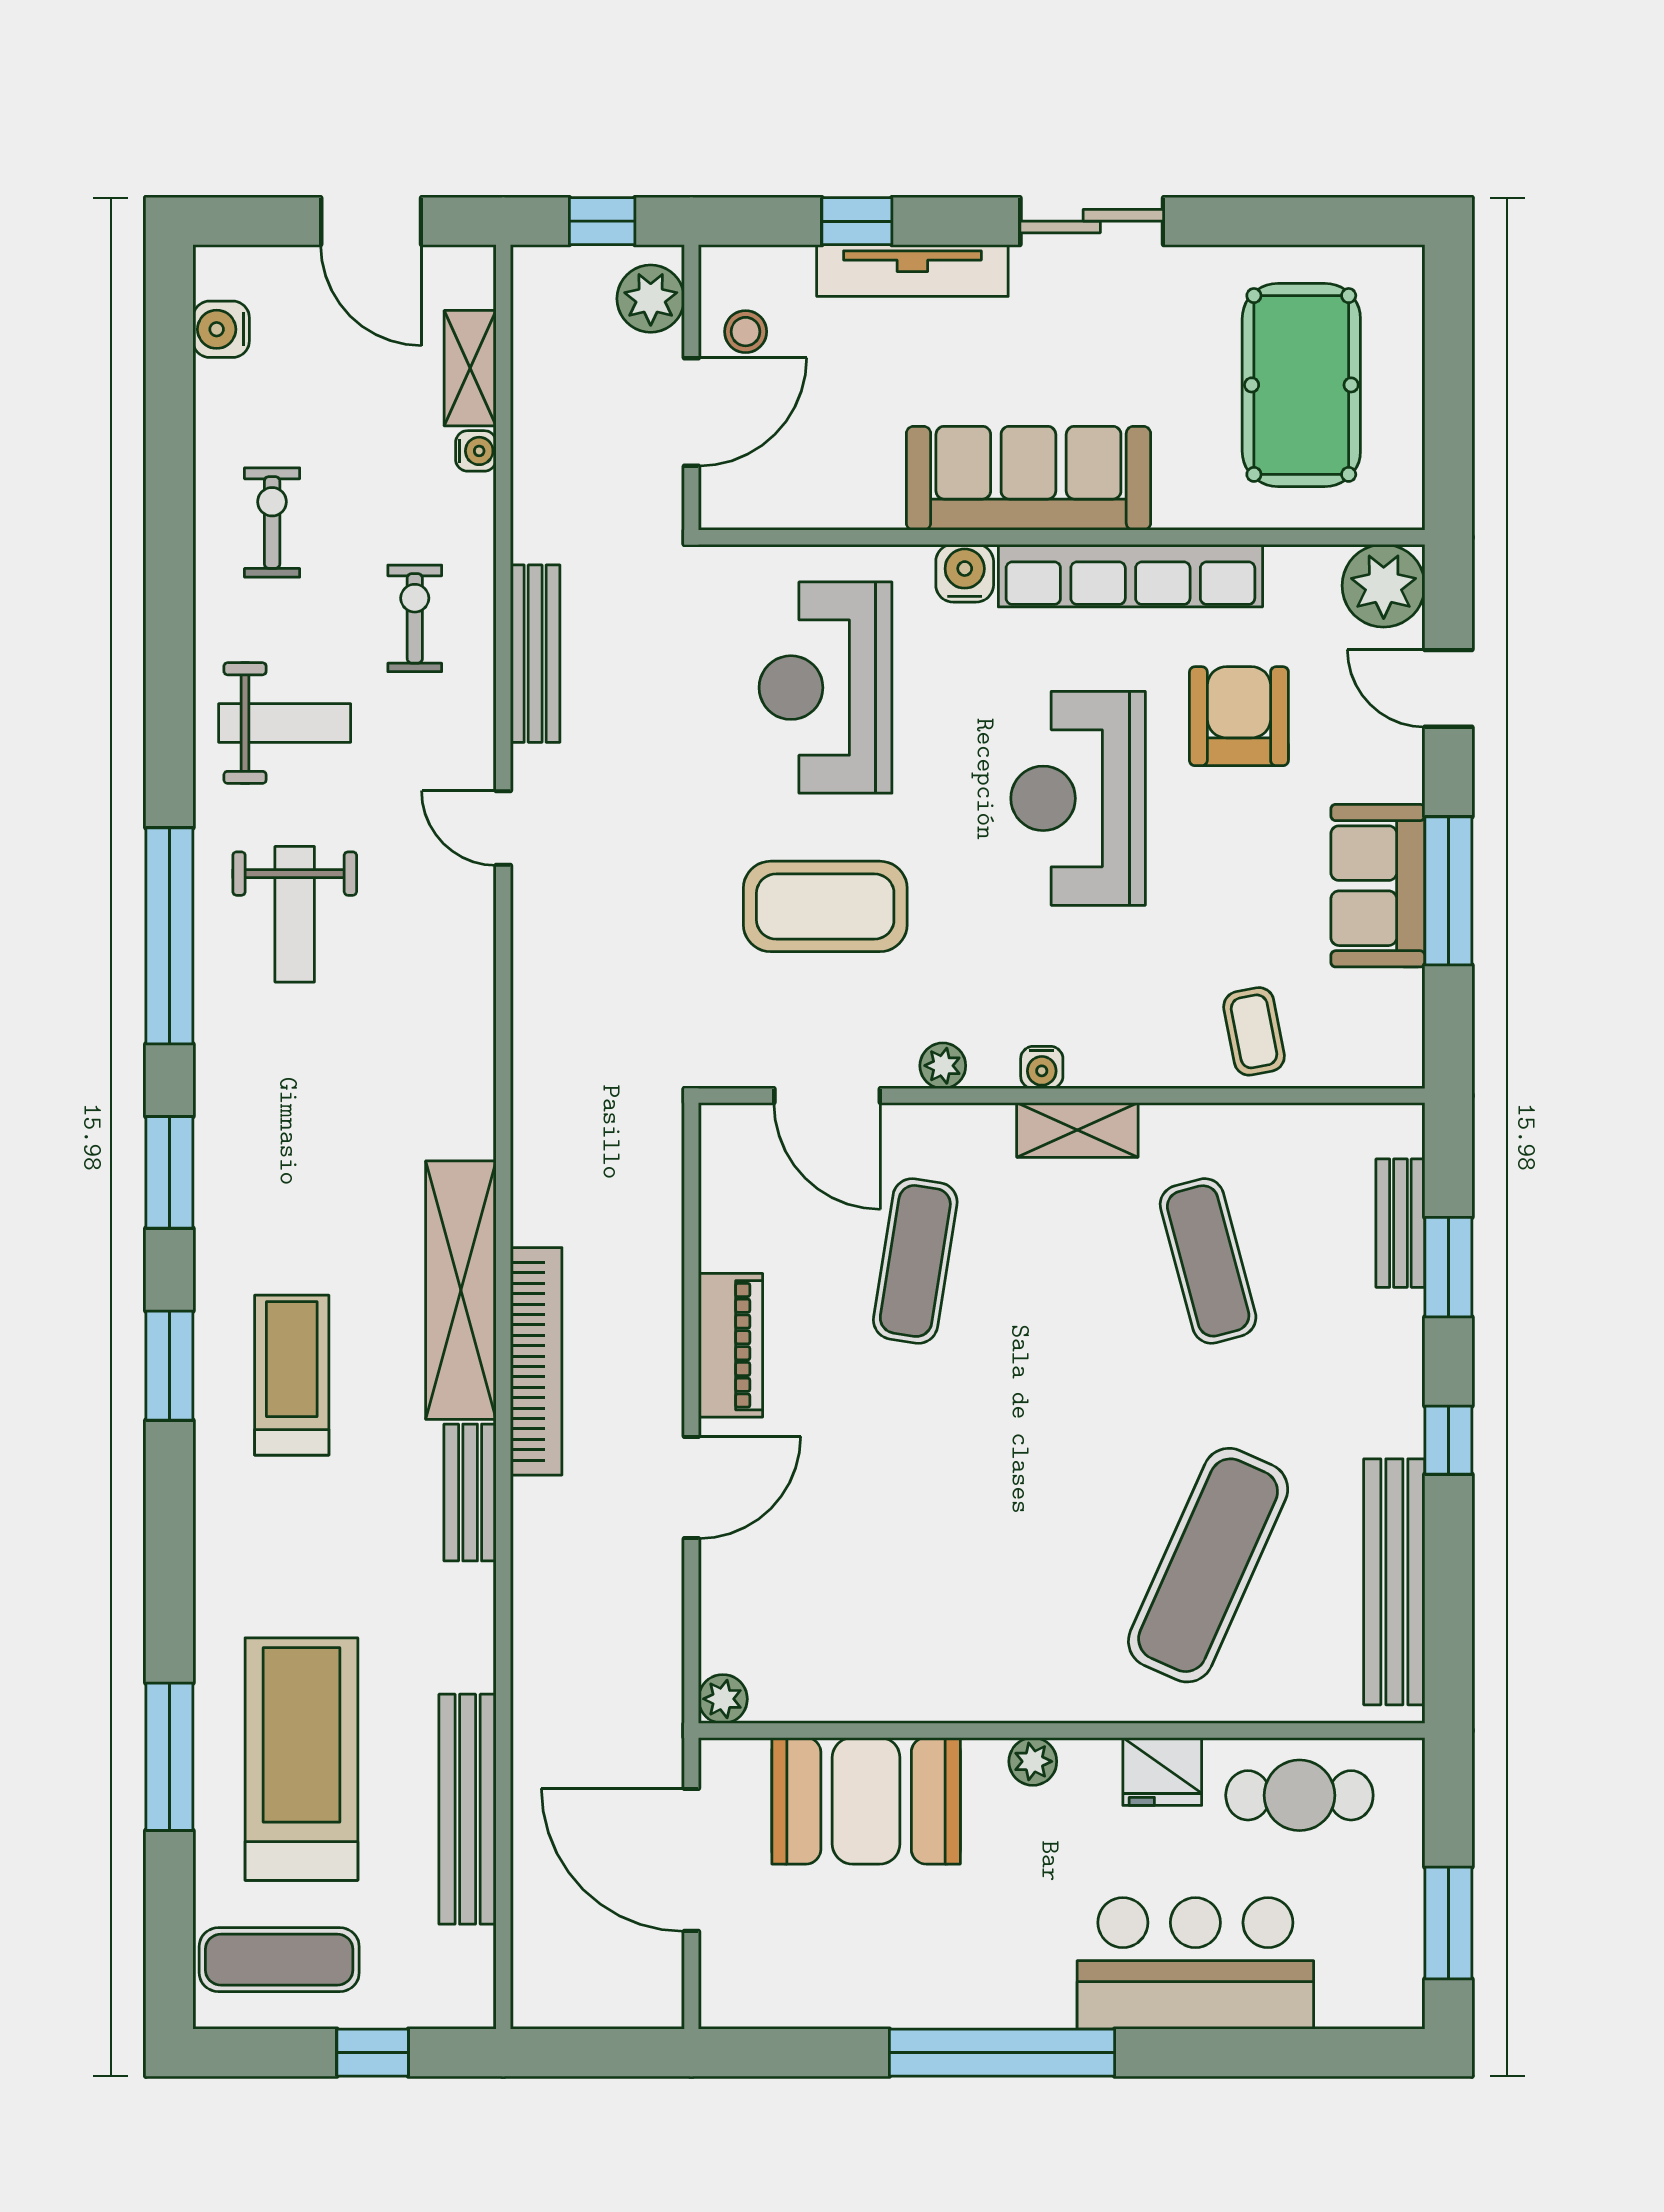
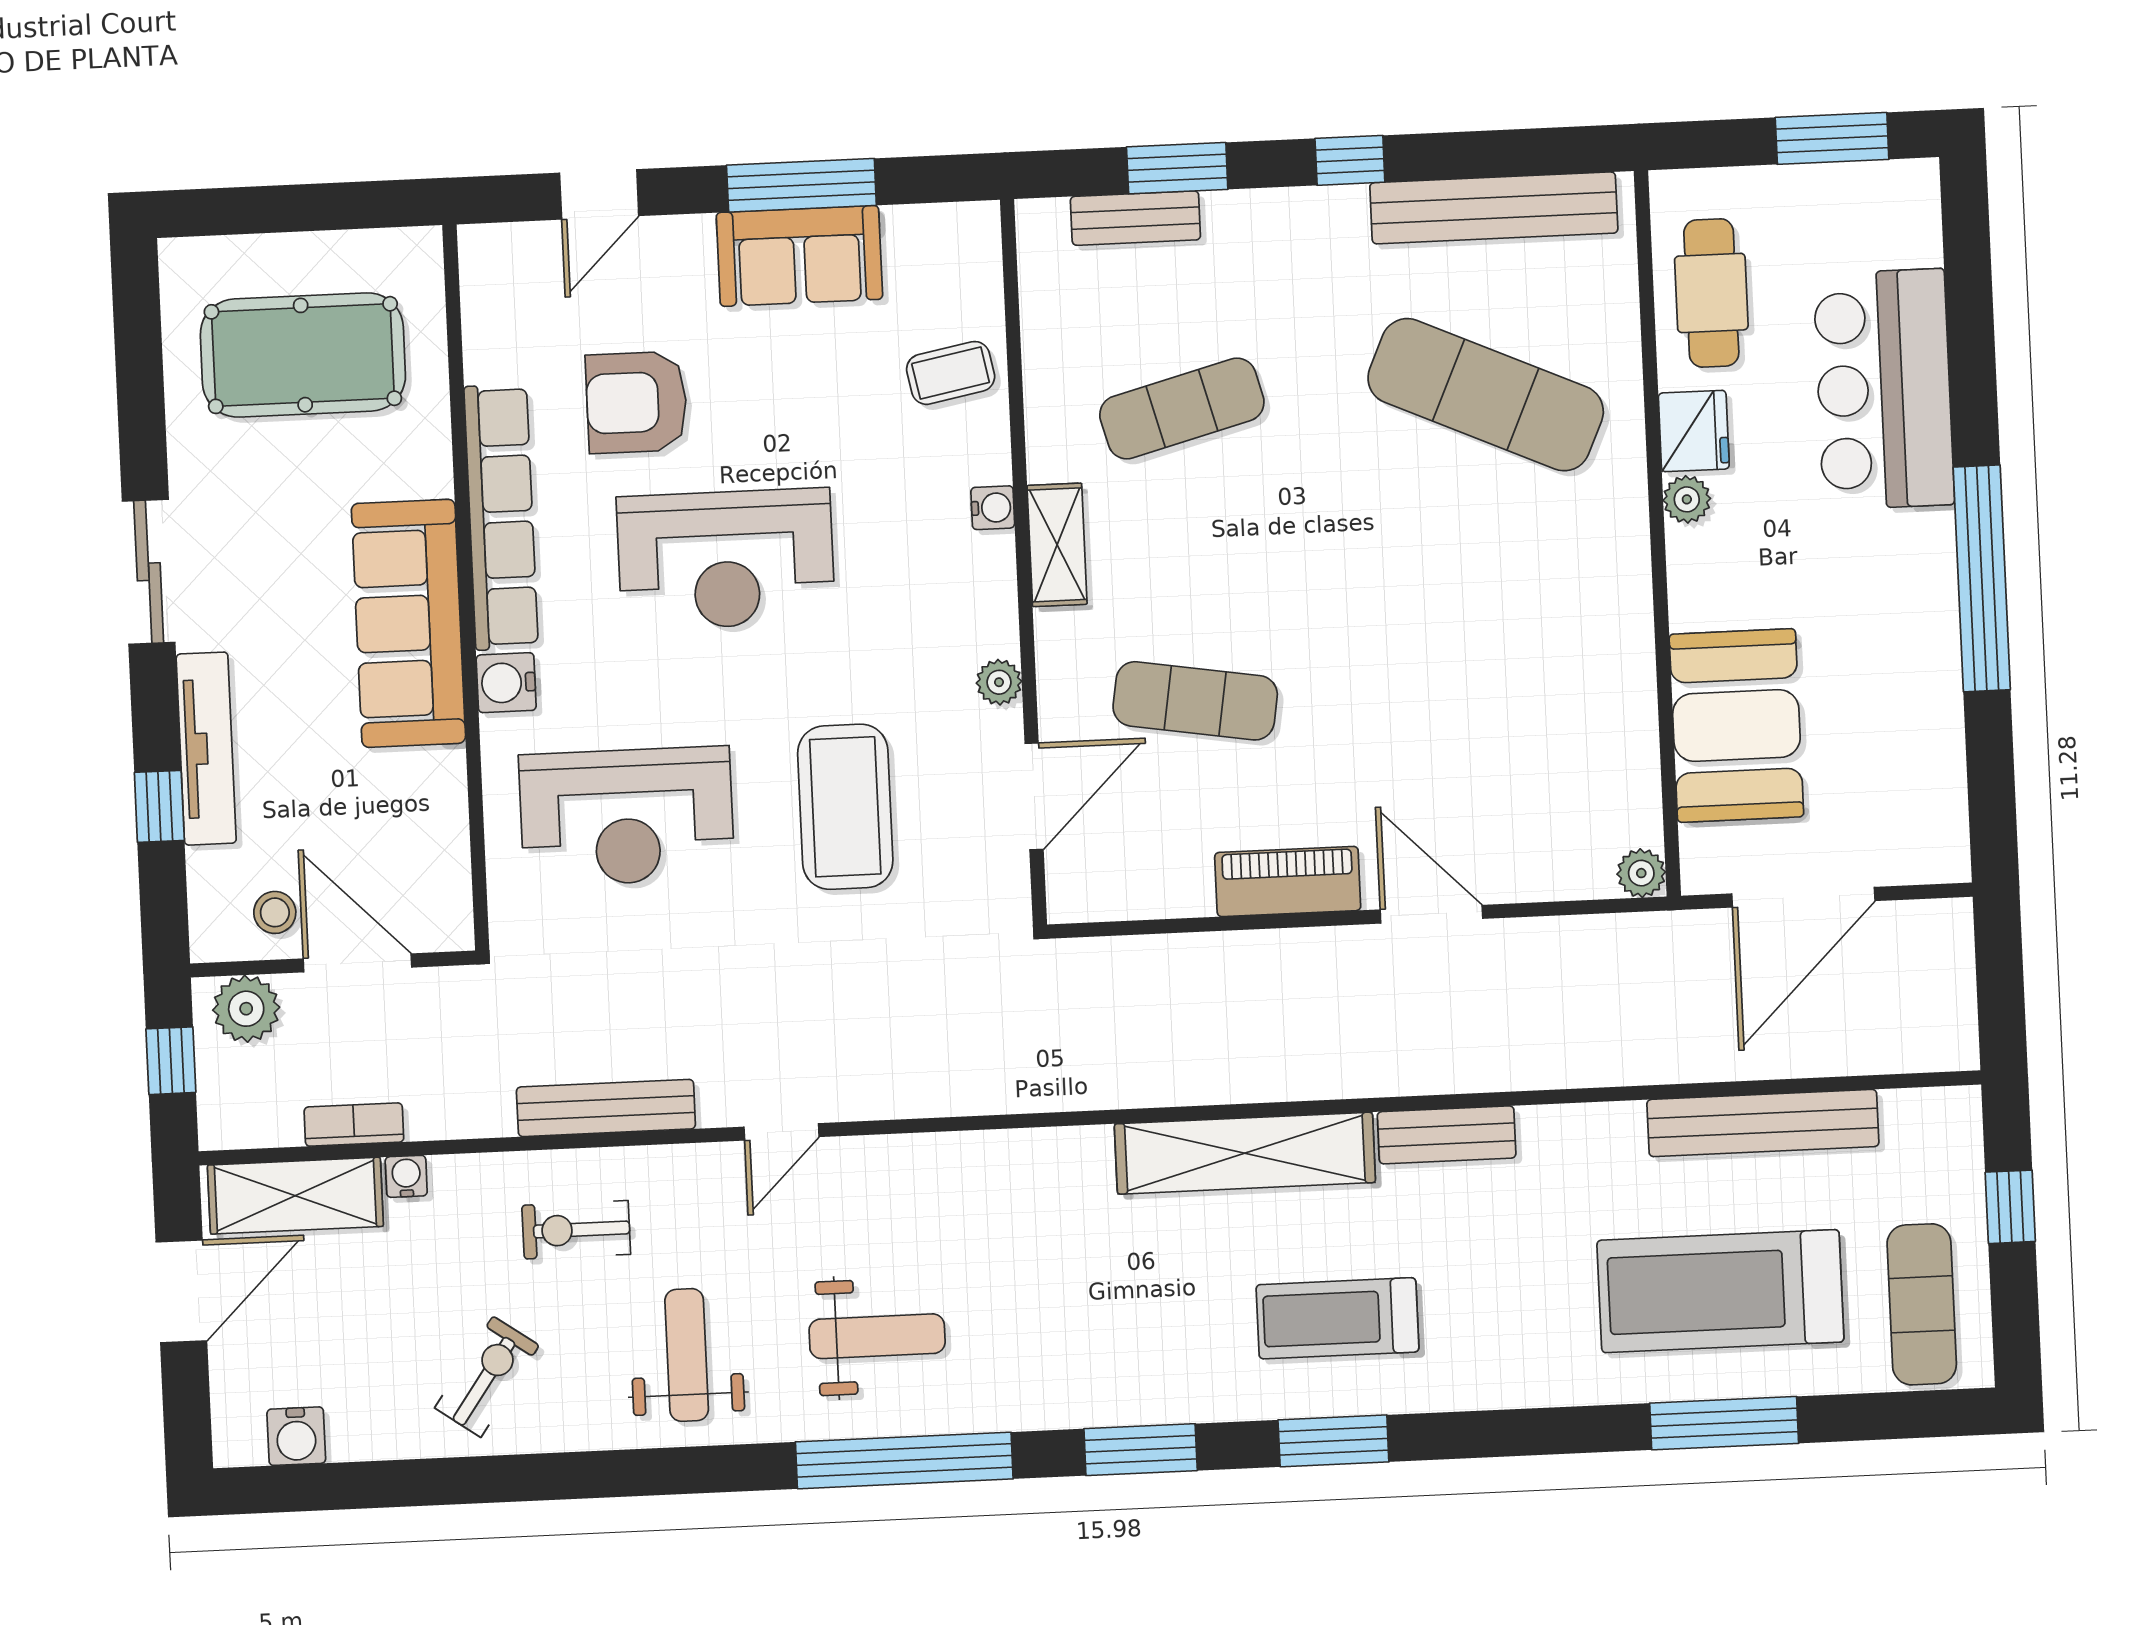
shelving: (470, 368) -> (295, 1196), width x1.50, depth x1.33
exercise bike: (272, 523) -> (487, 1377), turned 125
plant: (1384, 586) -> (500, 264), removed
water cooler: (1042, 1067) -> (993, 508), moved
bookcase: (536, 1361) -> (354, 1125), moved, width x0.43, depth x0.76
plant: (1033, 1761) -> (1687, 499), moved

